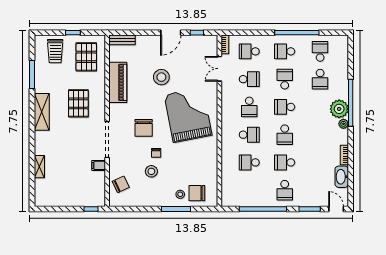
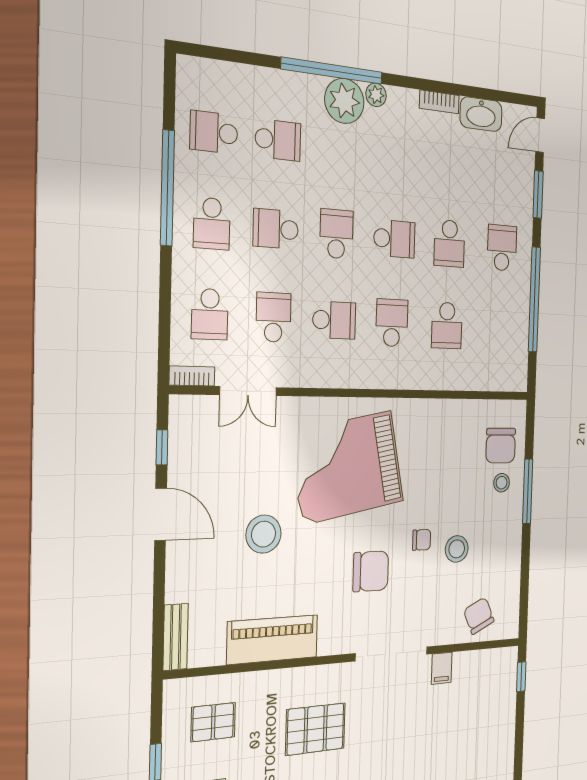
pallet: (86, 57) -> (213, 722), width x0.67, depth x0.71
school desk: (285, 107) -> (336, 234), turned 180
school desk: (285, 190) -> (502, 248), turned -90

